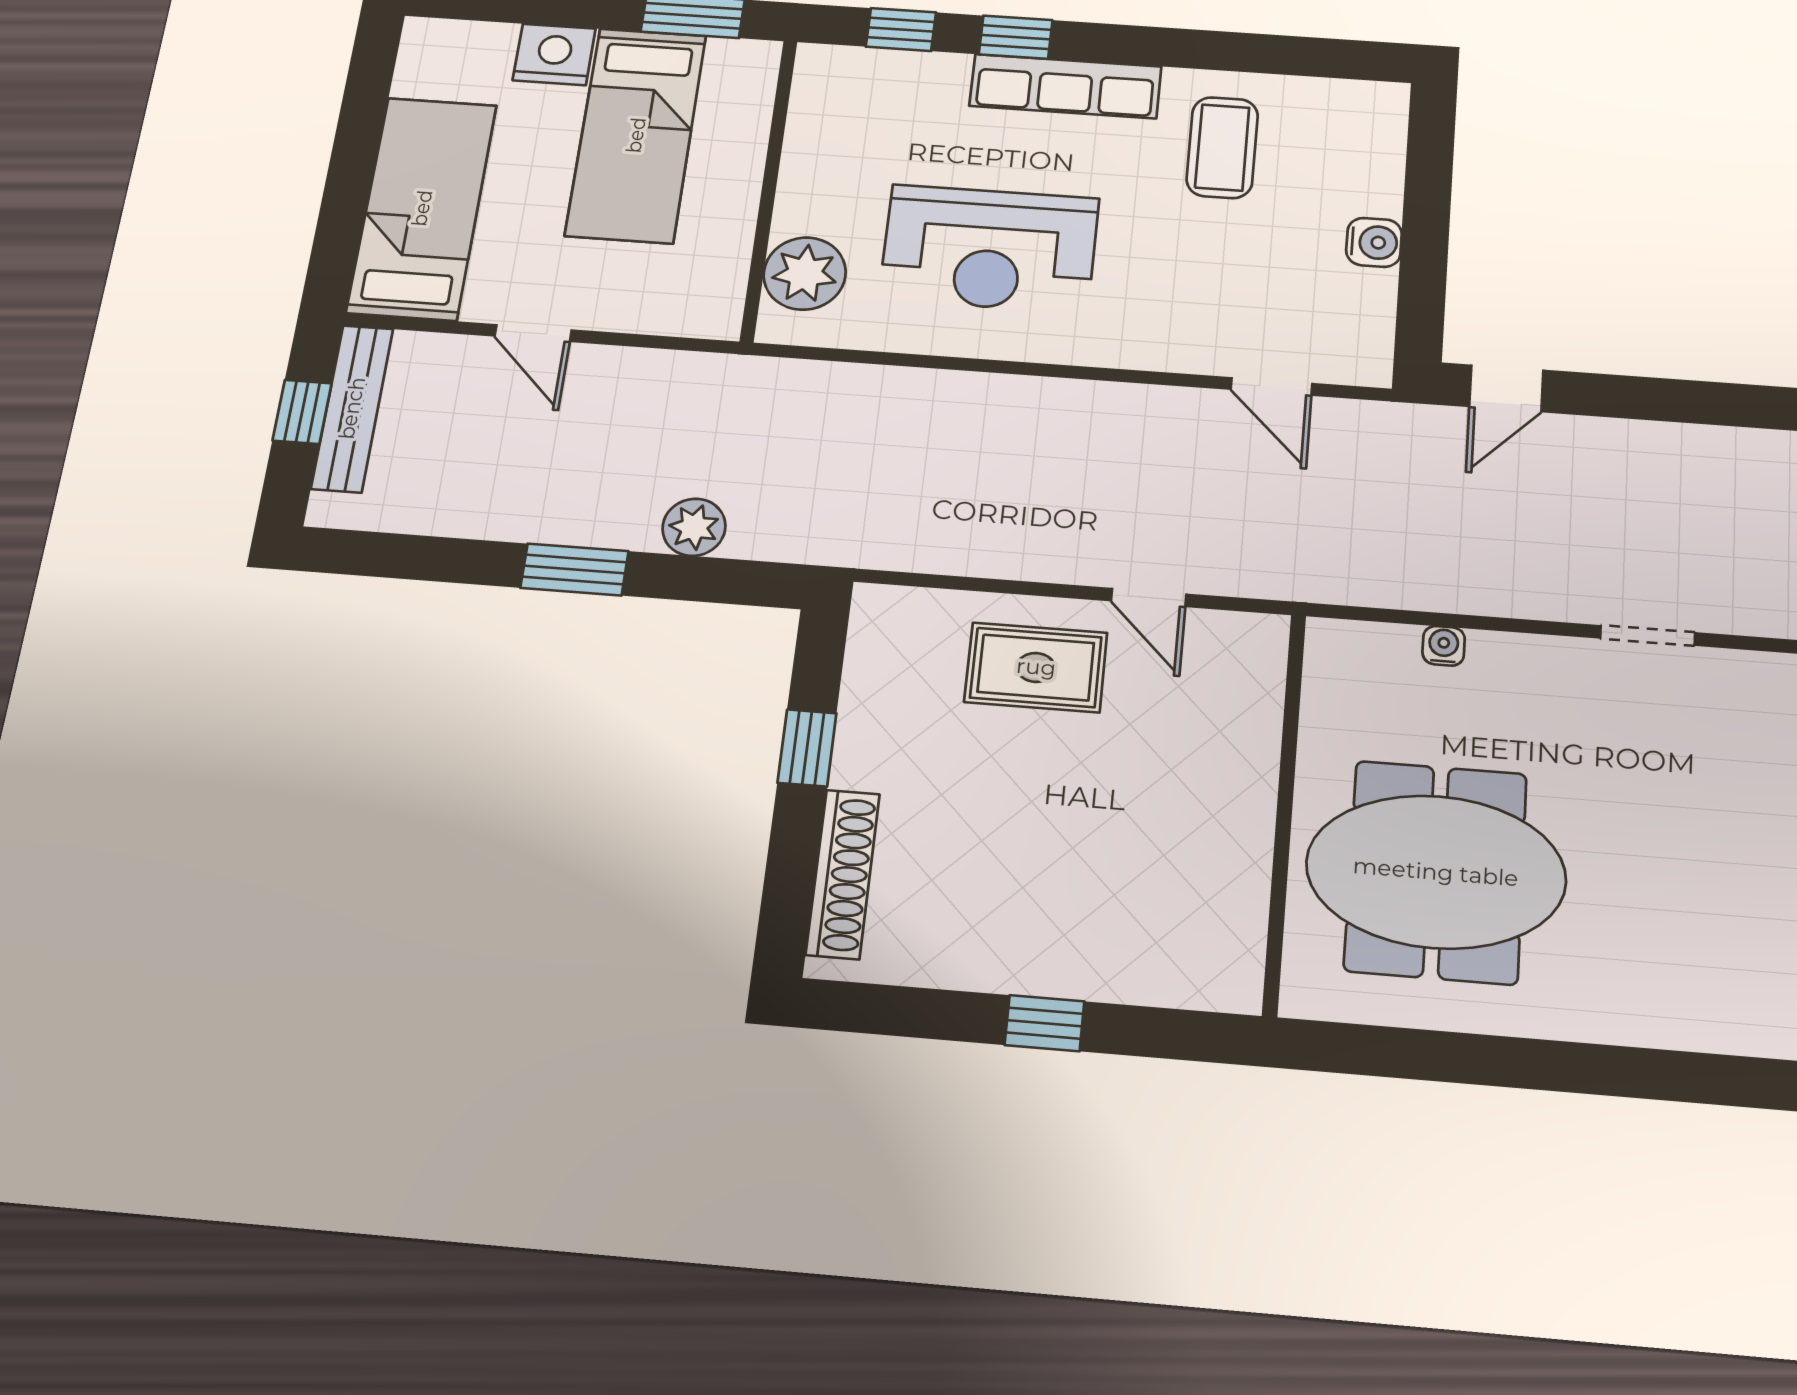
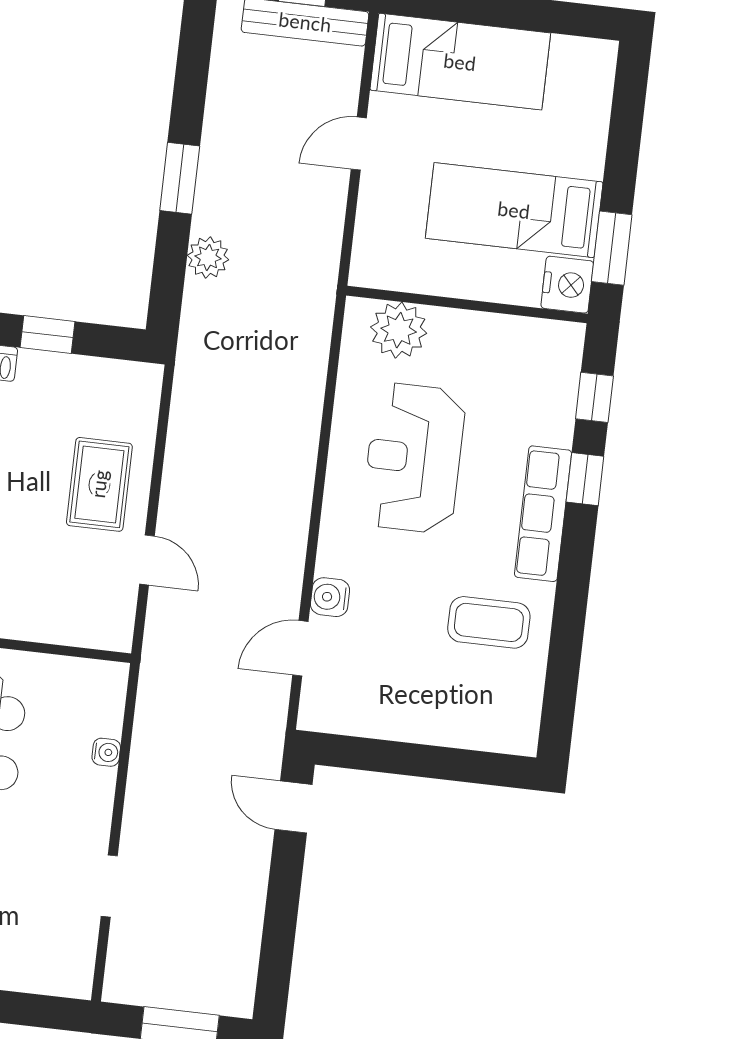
nightstand: (554, 54) -> (567, 285), moved
water cooler: (1374, 242) -> (330, 597), moved, turned 90
door: (1149, 597) -> (147, 560), swing flipped

